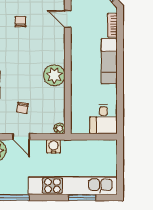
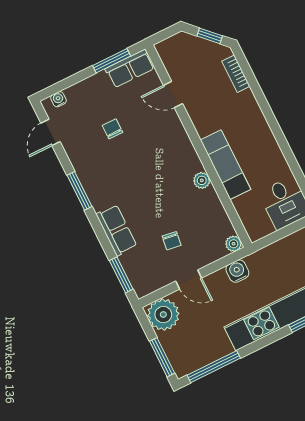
exam couch: (109, 61) -> (225, 165), moved, turned 180
plant: (54, 75) -> (202, 180), width x0.53, depth x0.53

